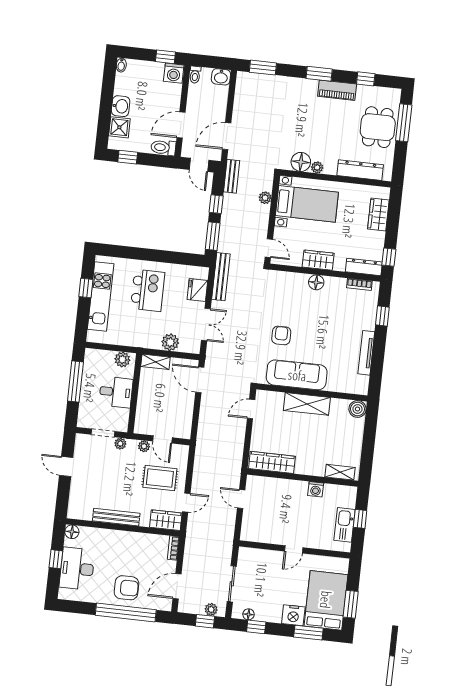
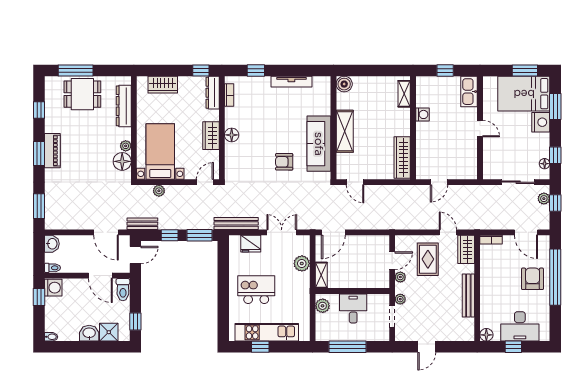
piano: (337, 90) -> (52, 151), moved
kitchen sink: (344, 525) -> (469, 92), moved, turned 90

